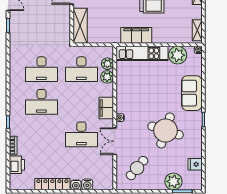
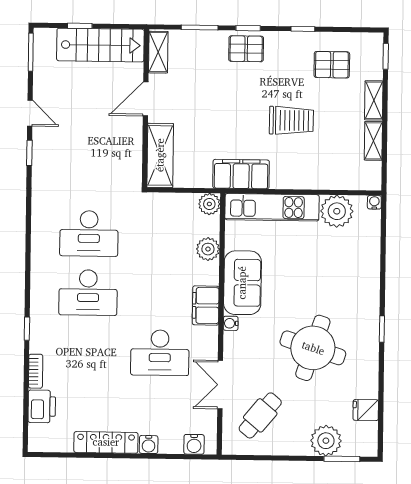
shelving: (197, 30) -> (373, 141), moved
filing cabinet: (136, 35) -> (241, 174), moved
plant: (107, 64) -> (209, 204), moved
desk: (81, 69) -> (162, 234), removed
sofa: (192, 93) -> (242, 283), moved, turned 180
double door: (115, 141) -> (220, 385), moved
water cooler: (87, 184) -> (194, 444), moved

